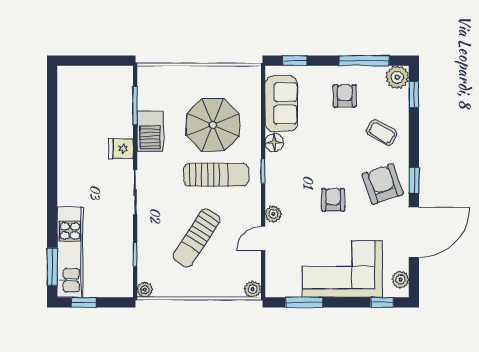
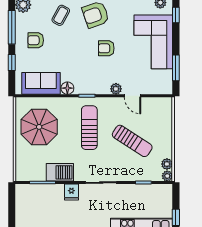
window: (295, 61) -> (12, 62), moved
parasol: (213, 125) -> (39, 127), moved
plant: (253, 289) -> (167, 164), moved

